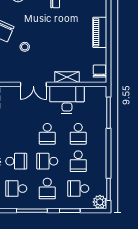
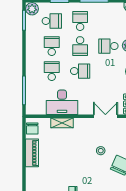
piano: (100, 32) -> (32, 153), moved
double door: (33, 84) -> (105, 116), moved
school desk: (47, 134) -> (80, 71), turned 90
school desk: (47, 161) -> (80, 46), turned 90
school desk: (16, 189) -> (108, 21), removed

